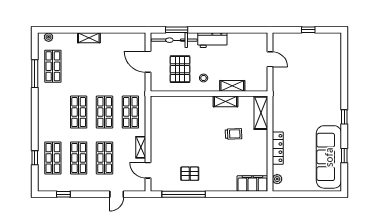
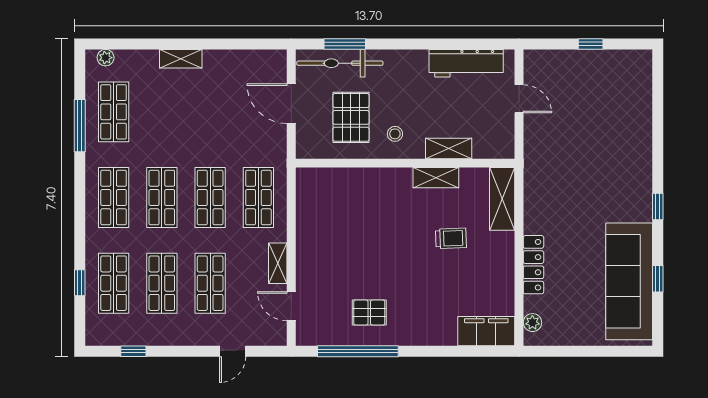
workbench: (212, 40) -> (466, 63), moved, width x1.38
shop shelf: (53, 112) -> (114, 198), added

